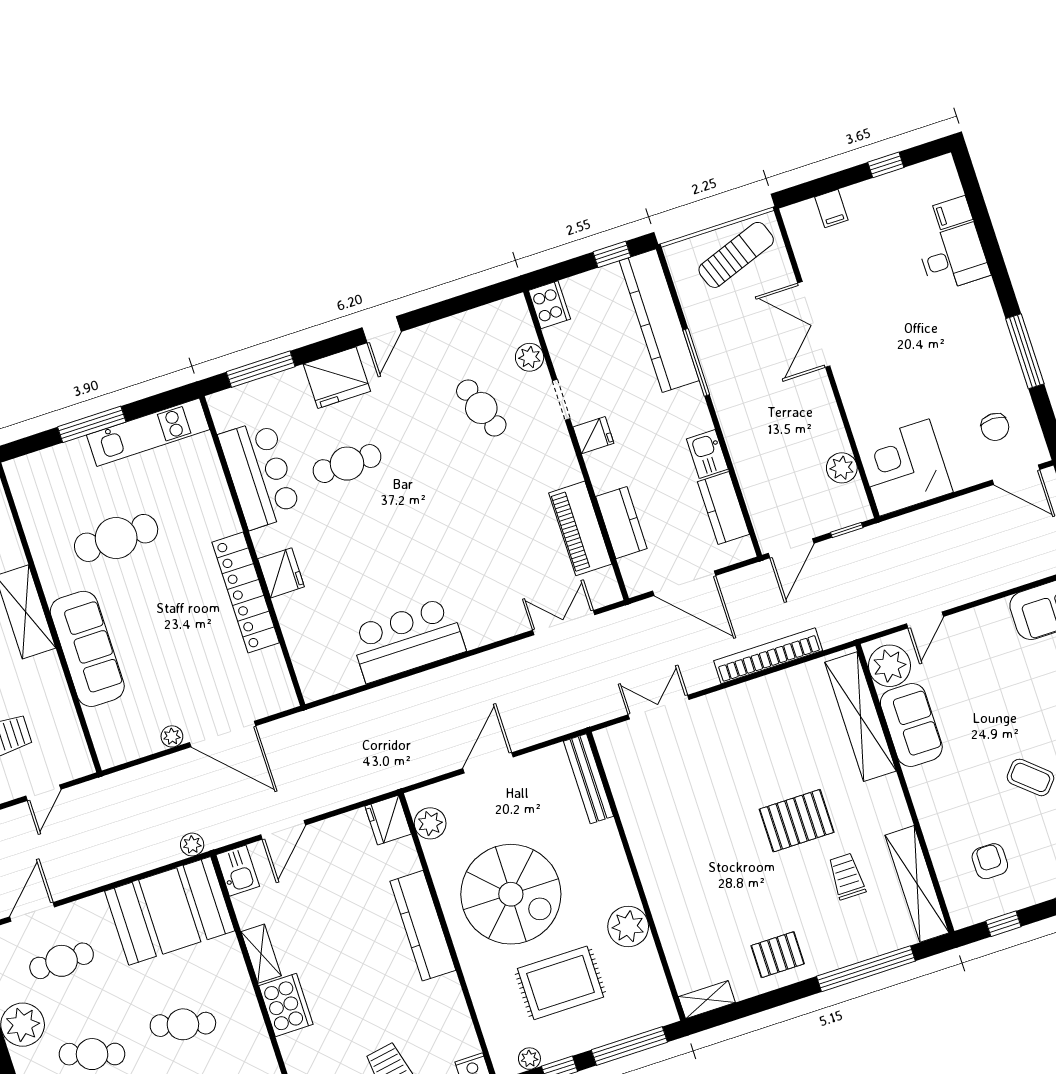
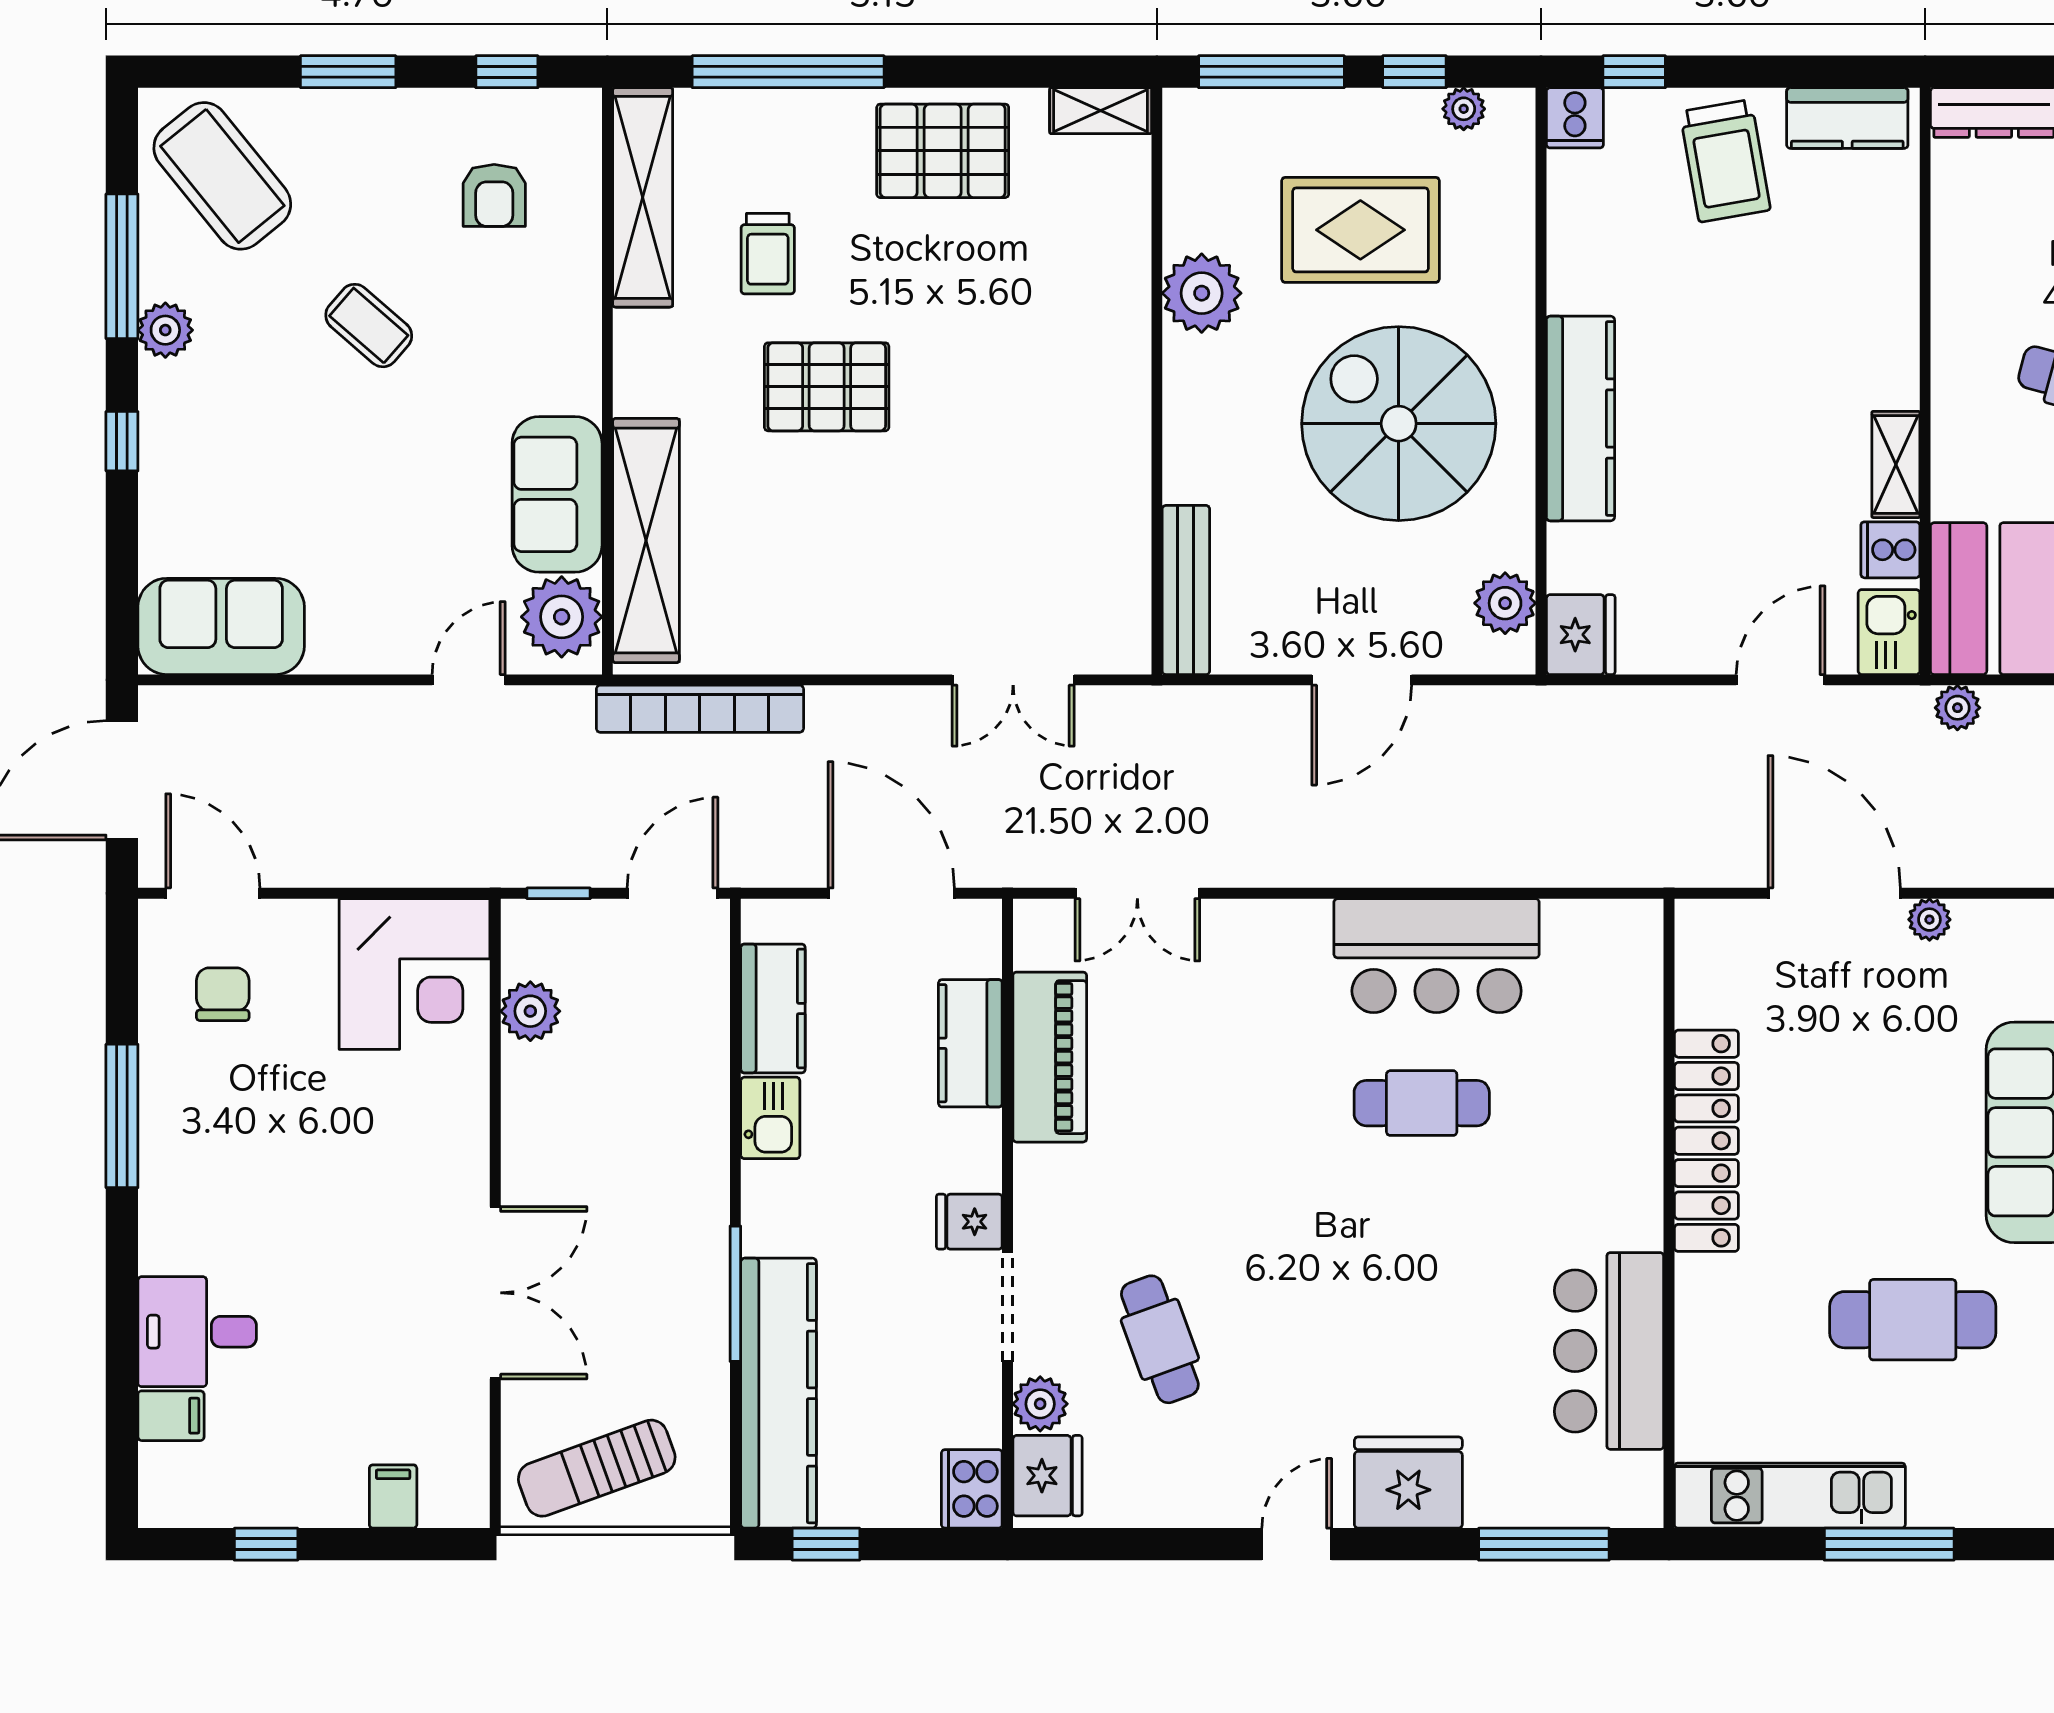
doorway: (561, 400) -> (1007, 1306), width x1.38
cafe table: (347, 464) -> (1422, 1103), moved
fridge: (281, 573) -> (1047, 1476), moved, turned 180
bookcase: (768, 656) -> (700, 709), moved
pallet: (778, 955) -> (943, 151), width x1.50, depth x1.42
cooker: (286, 1005) -> (1890, 550), moved, width x0.53, depth x0.76

